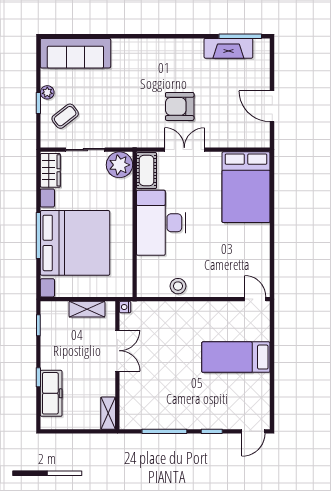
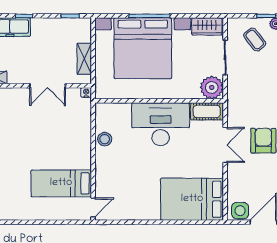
side table: (259, 133) -> (240, 211), added
bed: (236, 357) -> (61, 183), moved, turned -90

